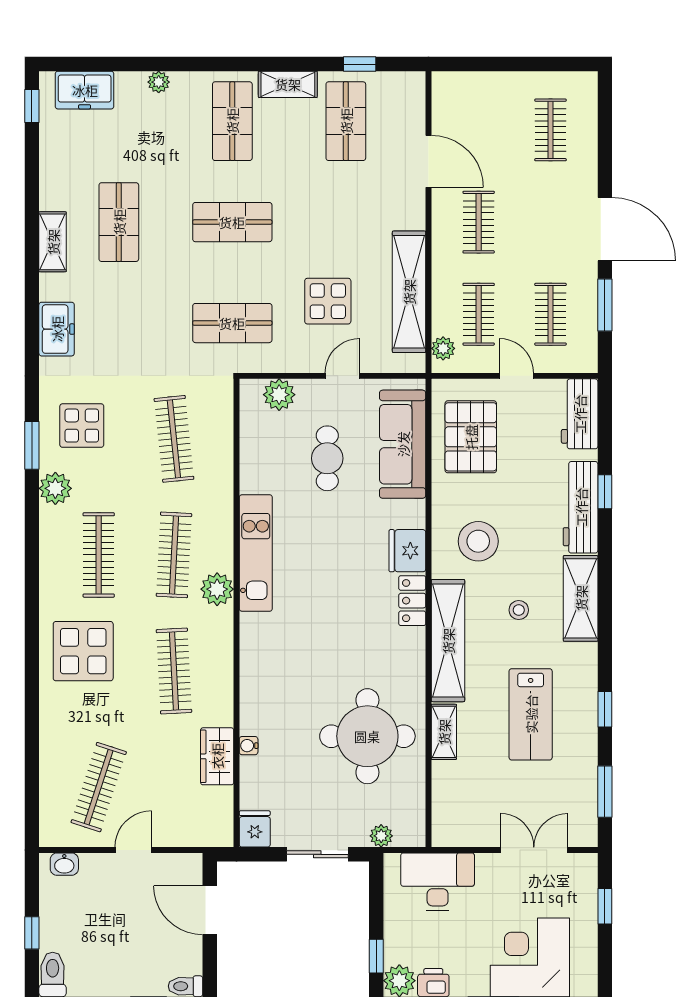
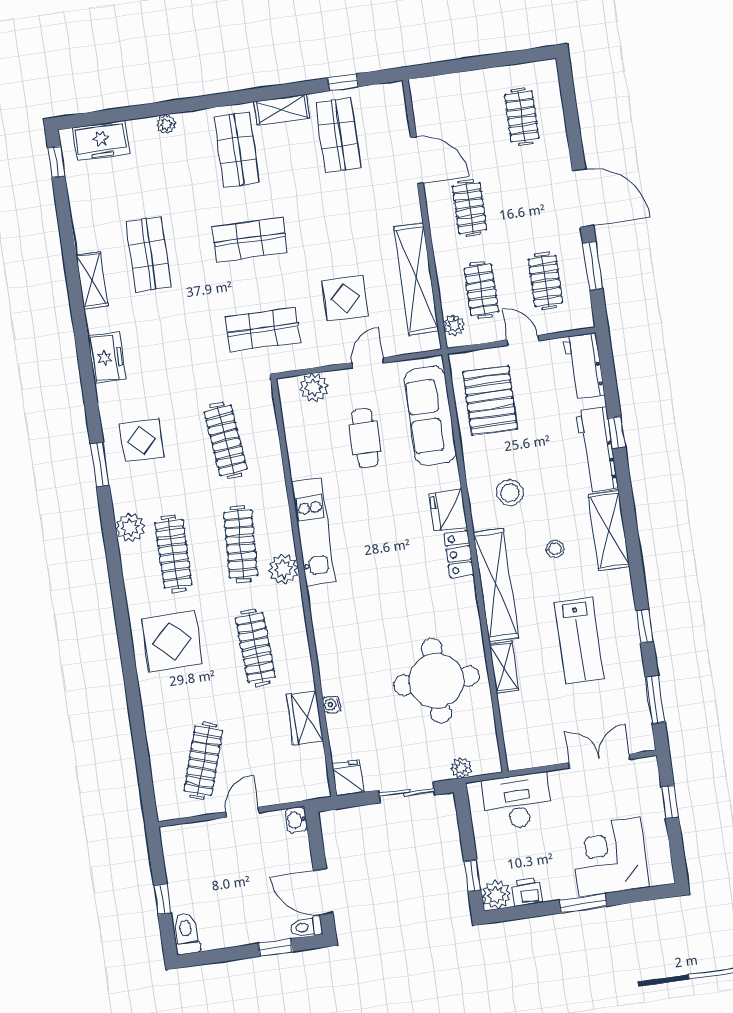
plant: (55, 488) -> (130, 527), moved
stool: (478, 541) -> (510, 493), width x0.73, depth x0.73
washbasin: (64, 864) -> (296, 820), moved, turned 90
door: (210, 910) -> (323, 892), moved

